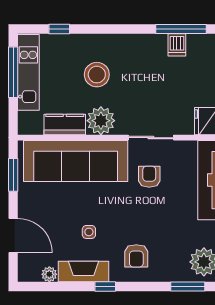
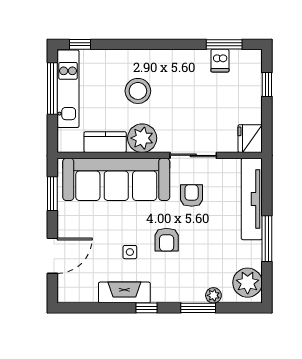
window: (59, 29) -> (80, 44), moved
window: (181, 29) -> (224, 44), width x0.69
door: (13, 236) -> (52, 256), hinge flipped
armchair: (136, 256) -> (167, 240), moved
plant: (49, 274) -> (213, 295), moved
window: (188, 286) -> (198, 308), moved

